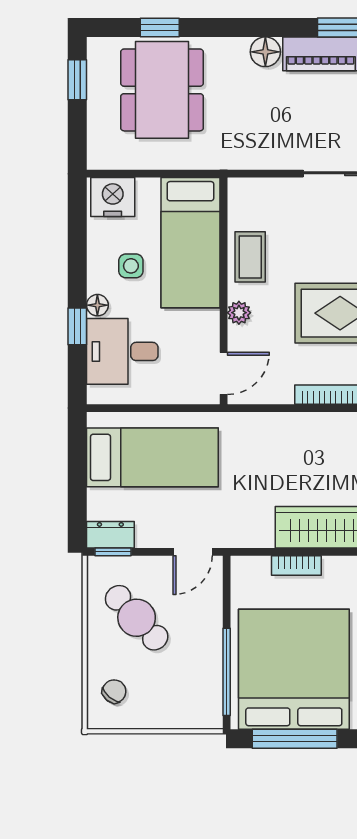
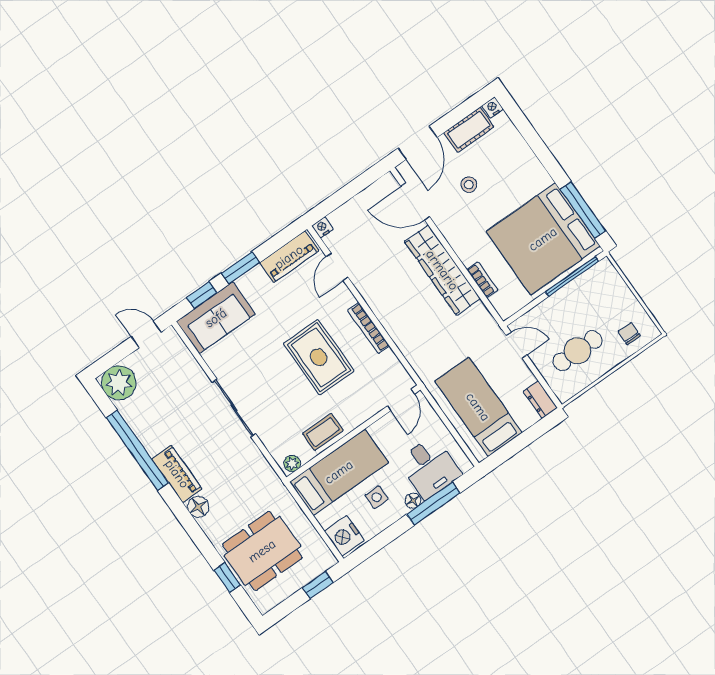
window: (77, 80) -> (318, 585), moved
plant: (239, 313) -> (292, 463), moved
window: (77, 326) -> (433, 504), width x2.17
door: (224, 373) -> (401, 400), swing flipped
window: (113, 552) -> (549, 391), removed
cafe table: (137, 618) -> (577, 351), turned 43
chair: (114, 691) -> (629, 334), turned 50

